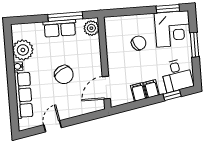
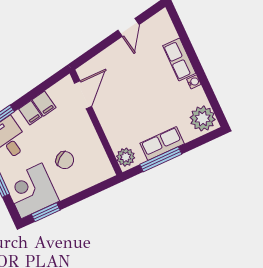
chair: (139, 43) -> (65, 160), turned -96
plant: (23, 50) -> (203, 118), moved
chair: (64, 75) -> (138, 92), removed
row of seats: (24, 95) -> (179, 60), width x0.68

